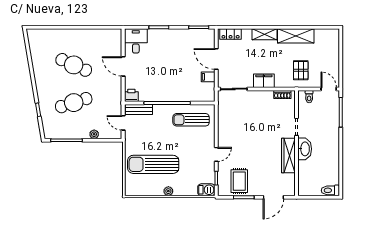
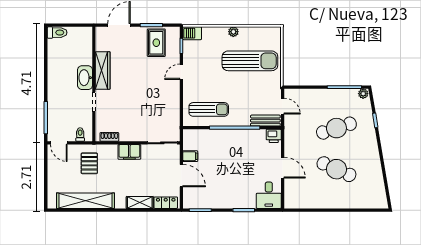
shelving: (264, 34) -> (140, 203), moved
shelving: (296, 36) -> (85, 201), width x1.47
plant: (94, 134) -> (363, 94), moved

